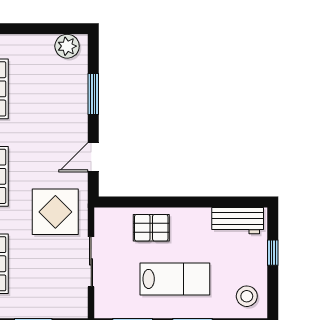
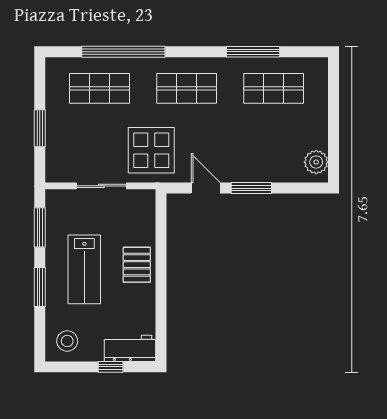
window: (93, 94) -> (251, 188), moved
workbench: (238, 221) -> (130, 348), moved, turned 90
pallet: (151, 228) -> (137, 265), moved

